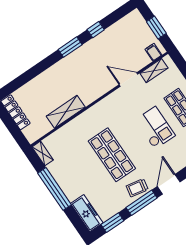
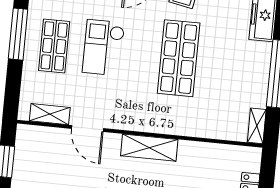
filing cabinet: (153, 52) -> (33, 136), removed
shelving: (66, 112) -> (149, 148), moved

